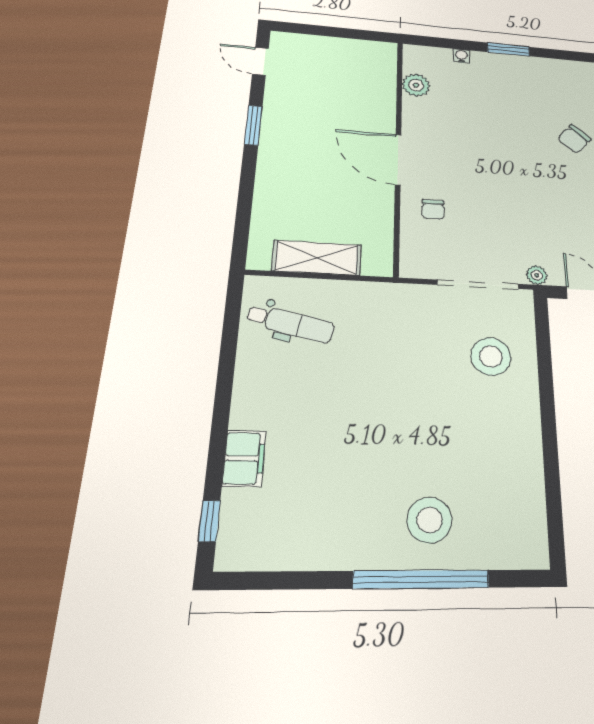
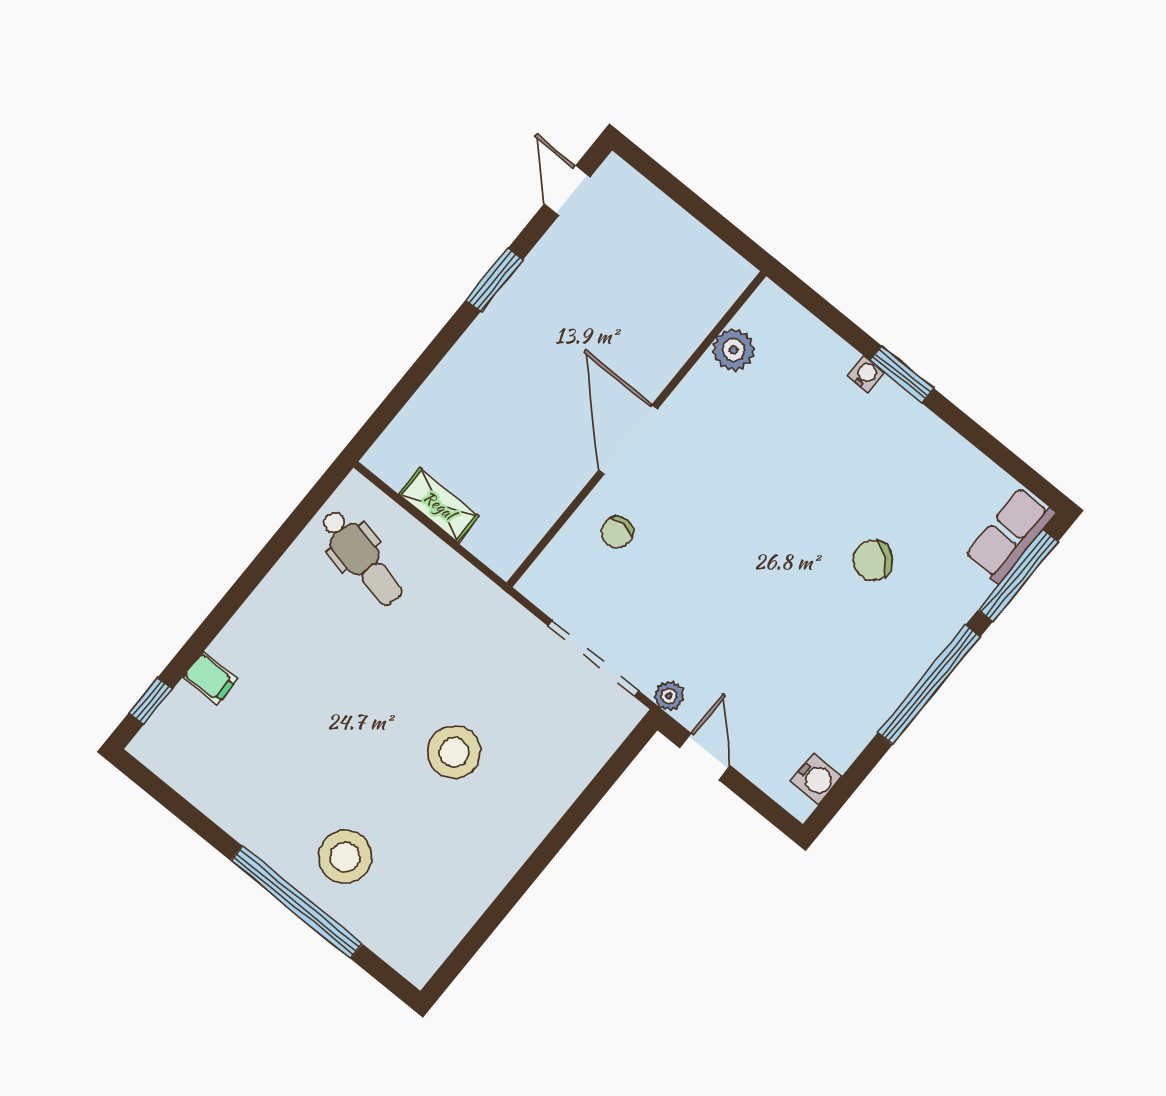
water cooler: (462, 56) -> (866, 374), moved
shelving: (317, 258) -> (439, 505), width x0.67, depth x0.75
stool: (491, 356) -> (454, 752), moved
filing cabinet: (244, 458) -> (210, 678), width x0.50

